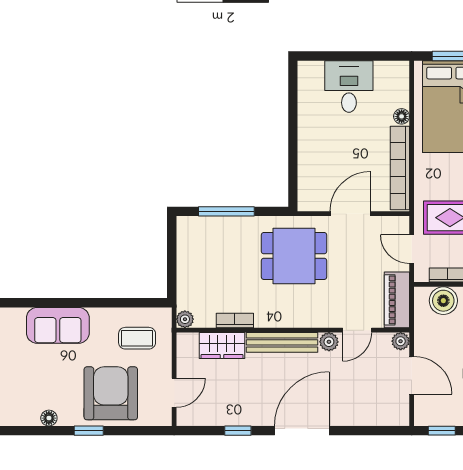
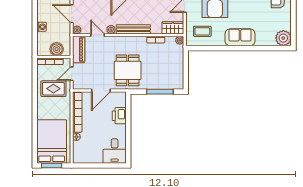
desk: (349, 87) -> (115, 151), moved
printer: (312, 161) -> (119, 116), added
door: (412, 249) -> (72, 74), swing flipped
dining table: (294, 256) -> (128, 70), turned 90
door: (357, 330) -> (98, 35), hinge flipped
wardrobe: (222, 346) -> (173, 28), moved

